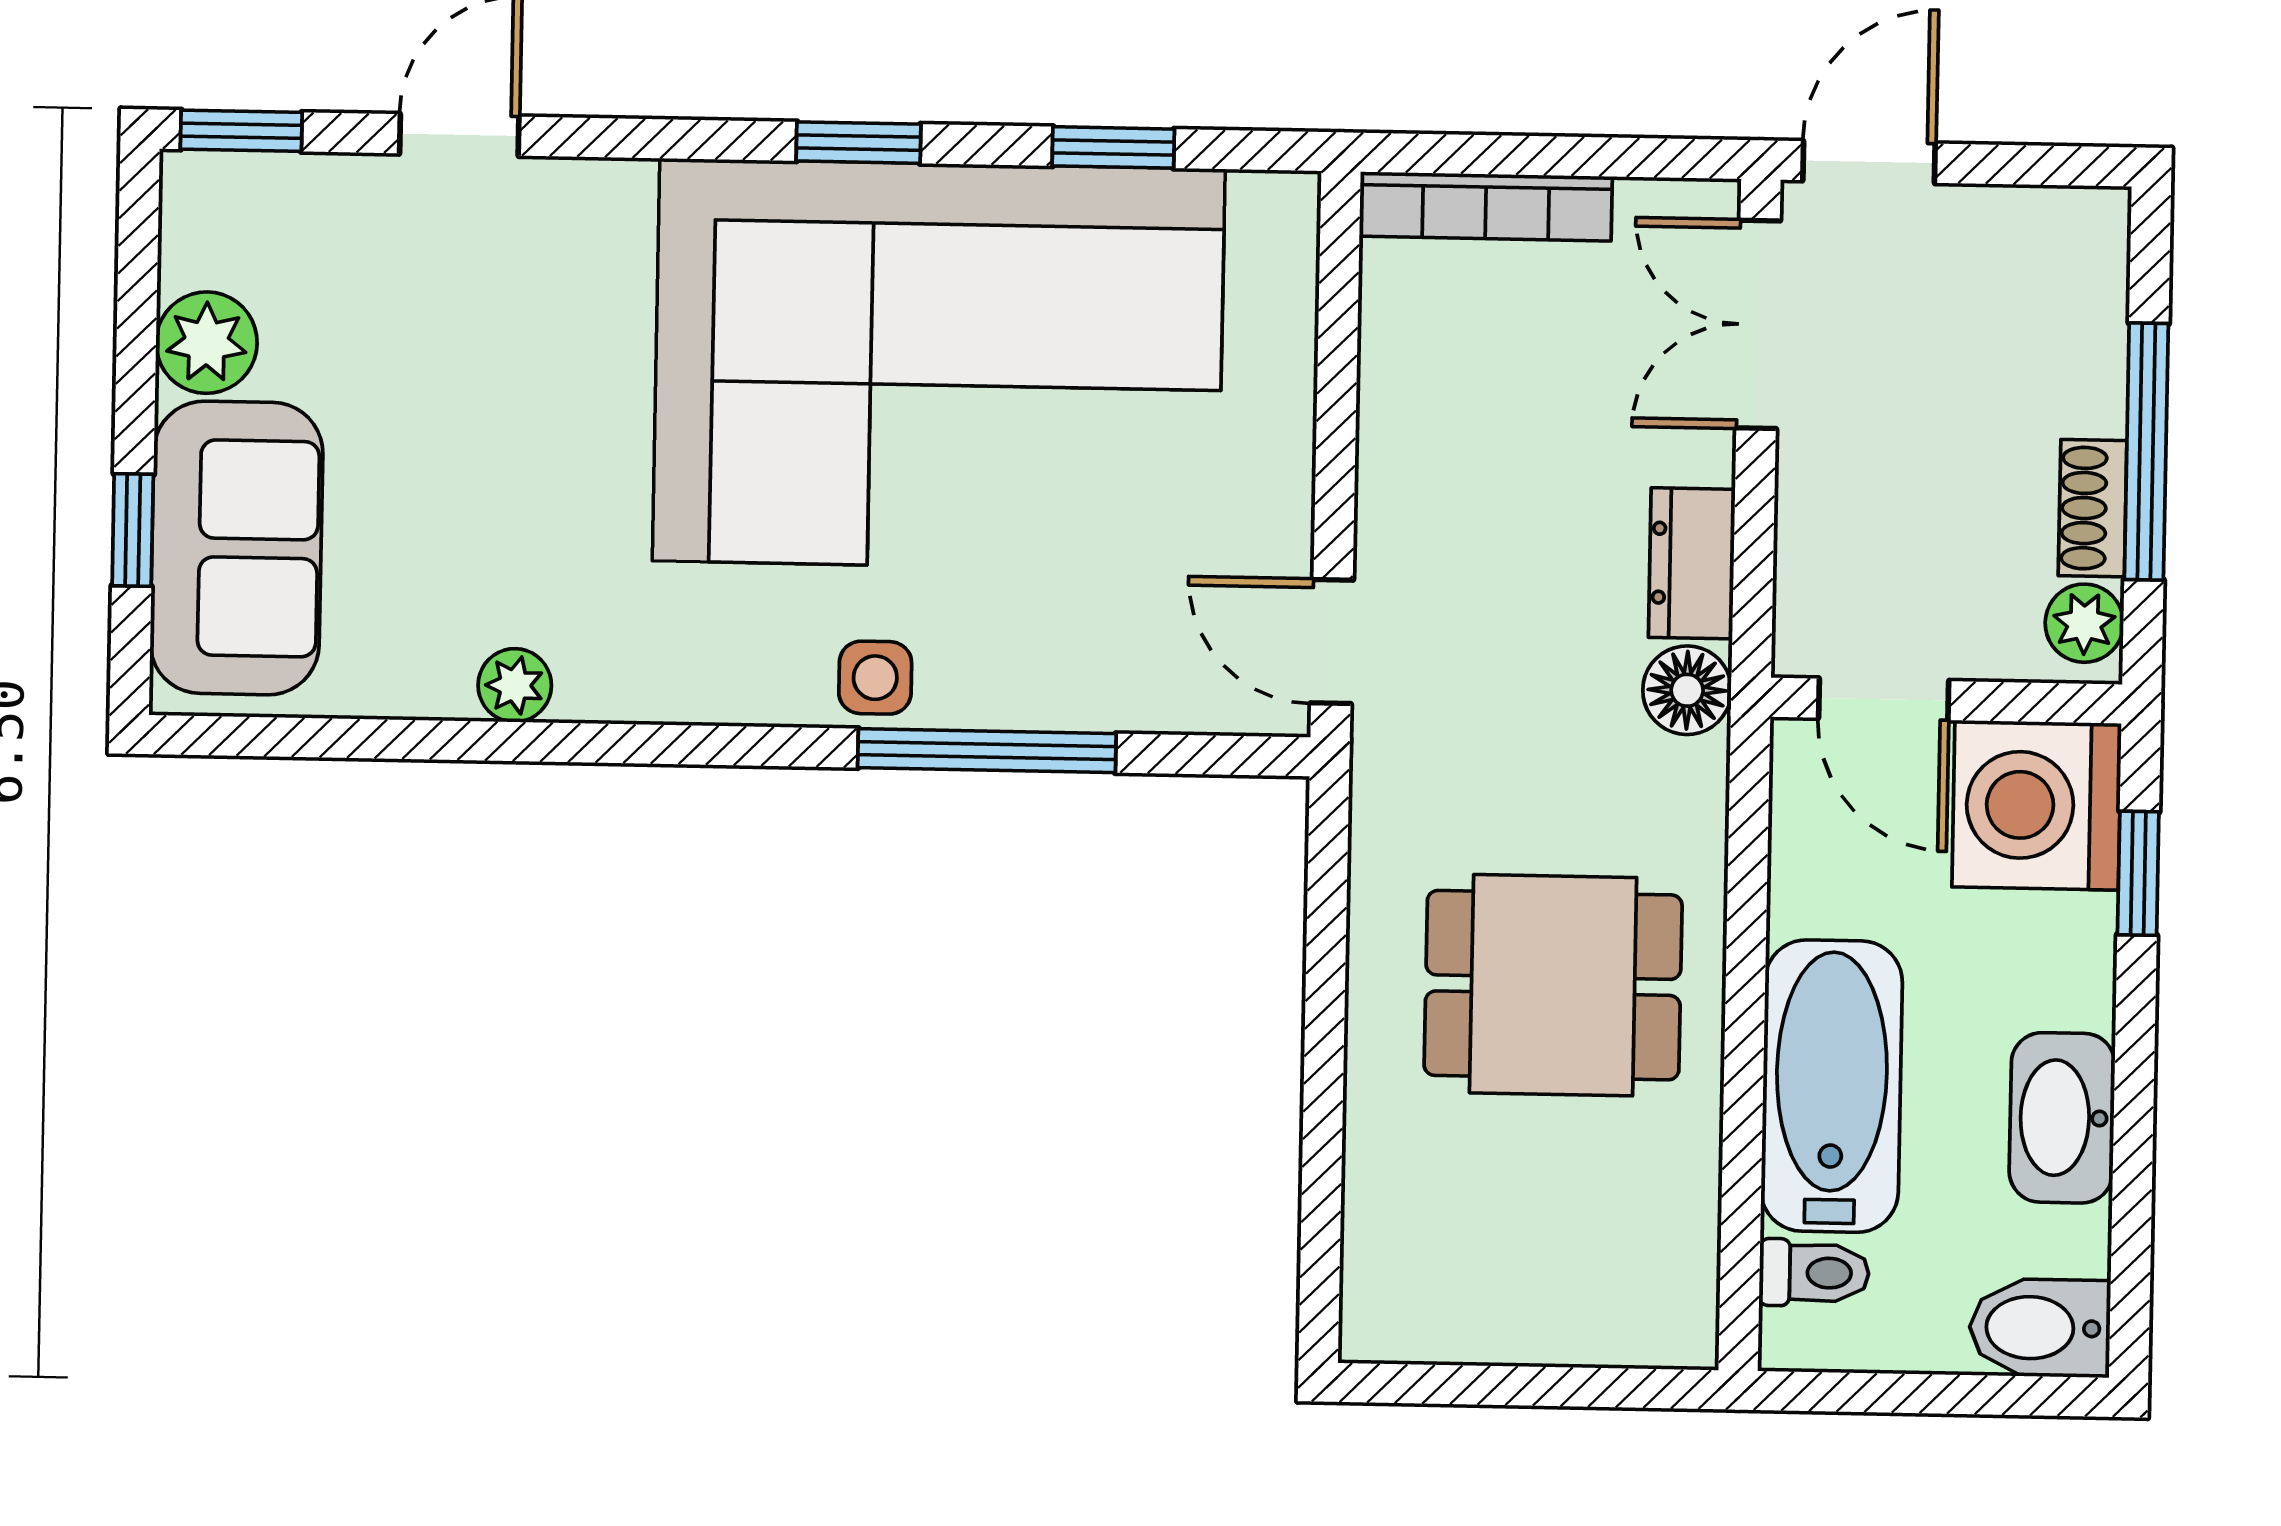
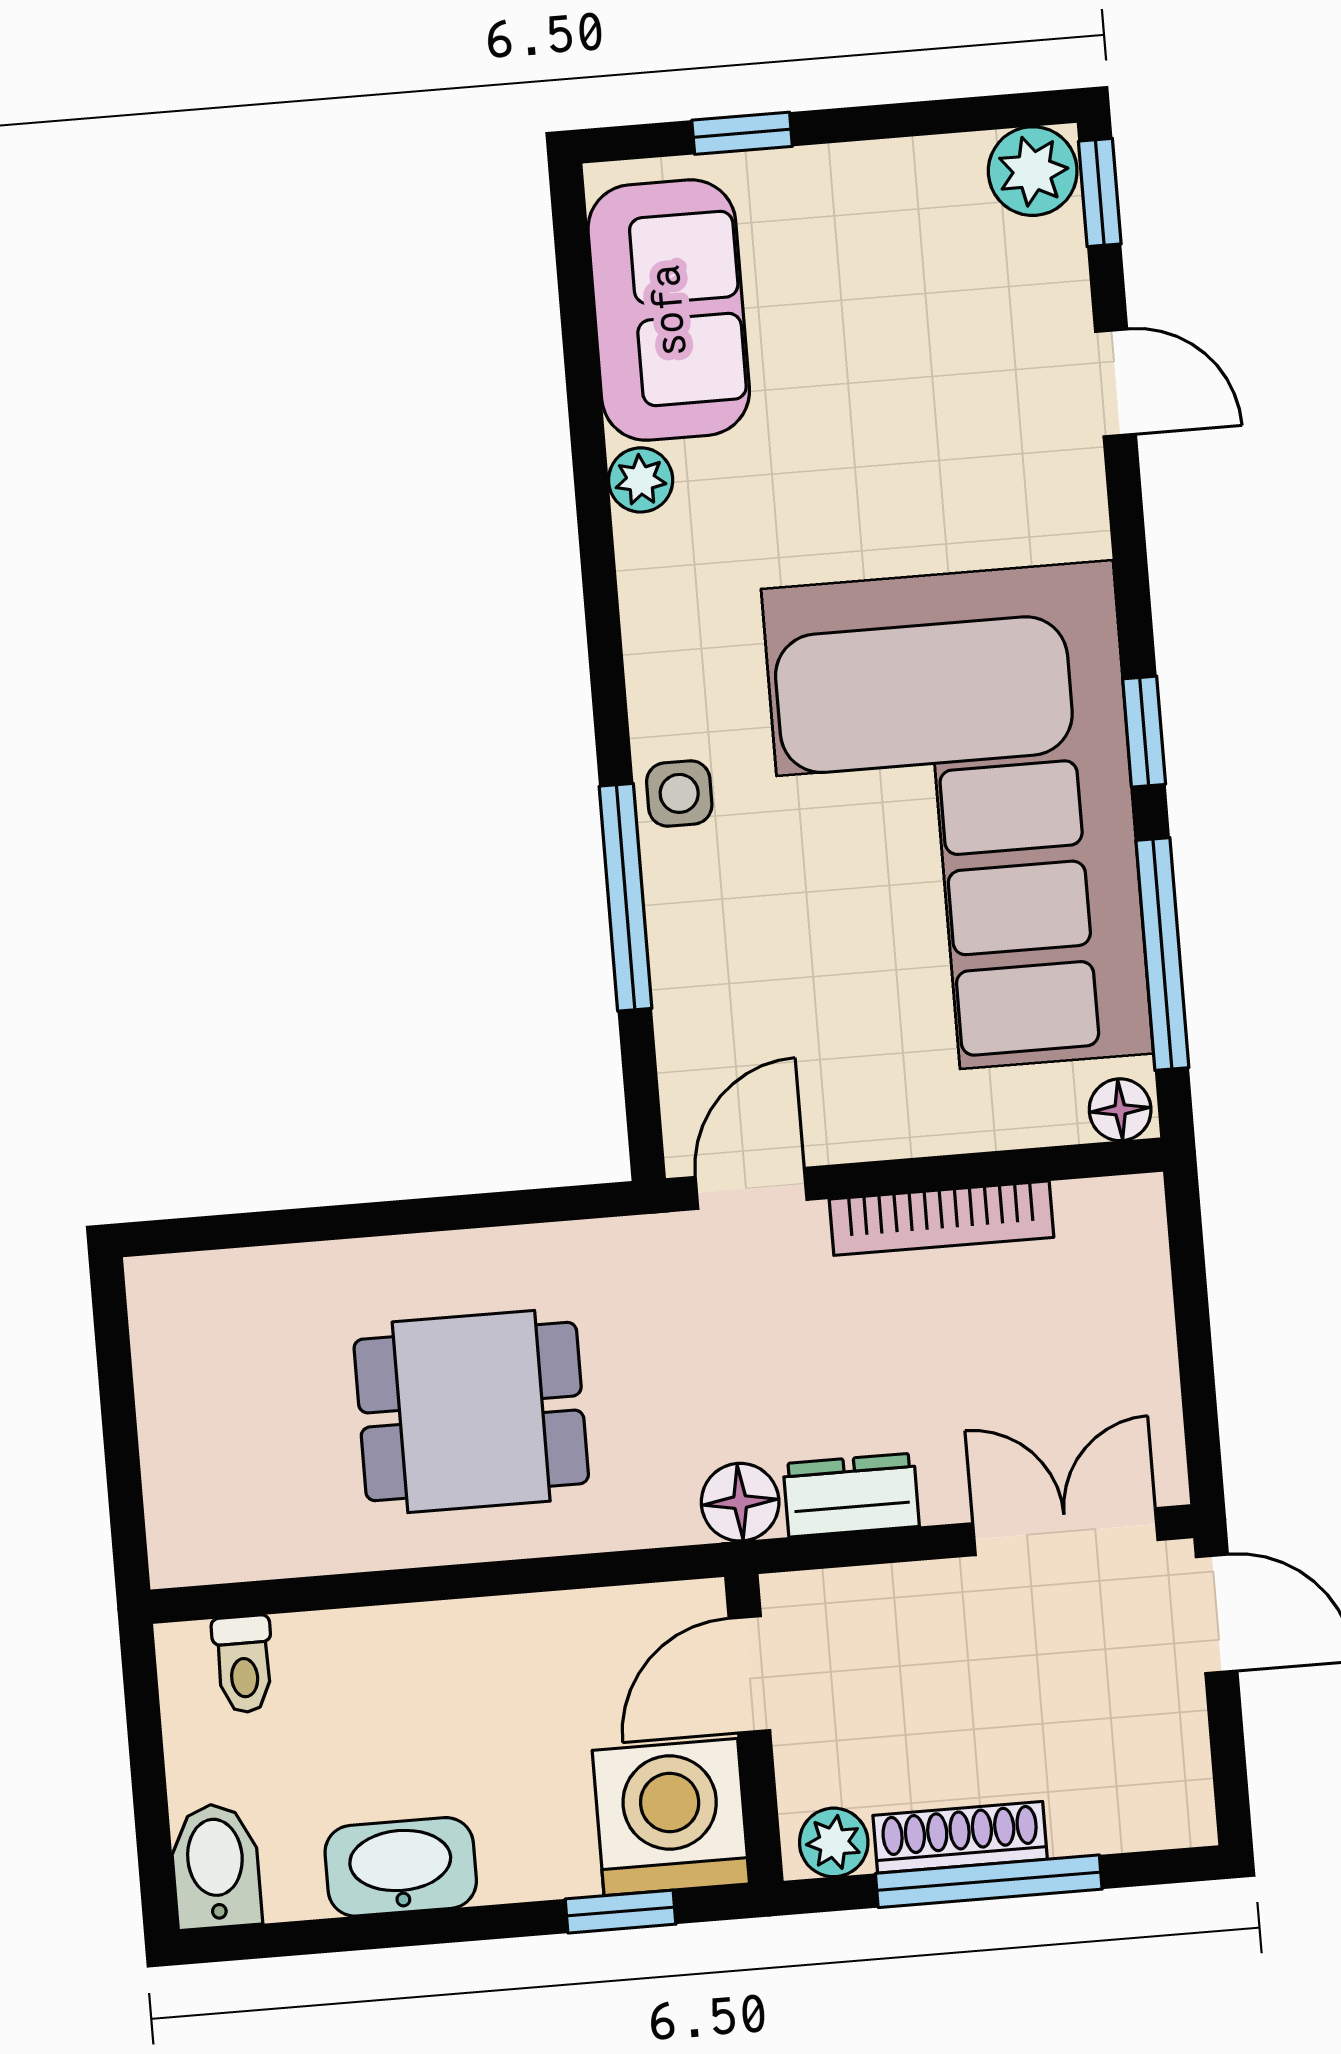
window: (1113, 147) -> (1162, 954), width x2.17
bookcase: (1486, 206) -> (941, 1218), moved, turned -90
floor lamp: (1285, 213) -> (1120, 1110), added
plant: (207, 343) -> (1033, 171), moved
shoe rack: (2093, 508) -> (960, 1837), width x1.43
sofa: (236, 548) -> (669, 310), moved, turned -90
dining table: (1553, 985) -> (471, 1411), turned 90
bathtub: (1832, 1086) -> (408, 1663), removed

